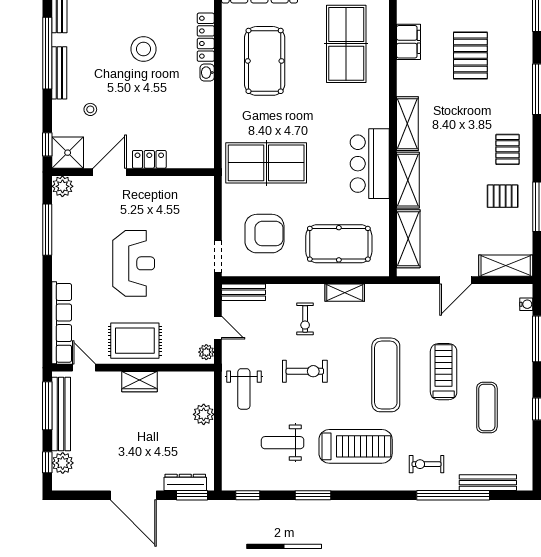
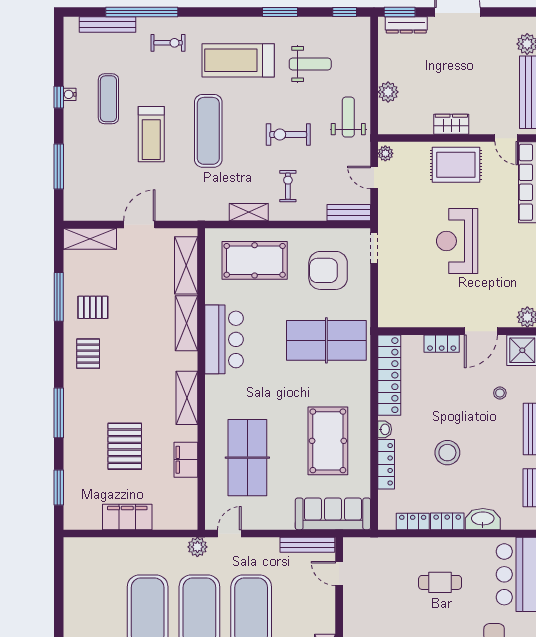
shelving: (407, 124) -> (187, 398), moved
locker: (202, 127) -> (389, 375), added
water cooler: (526, 304) -> (70, 94), moved

